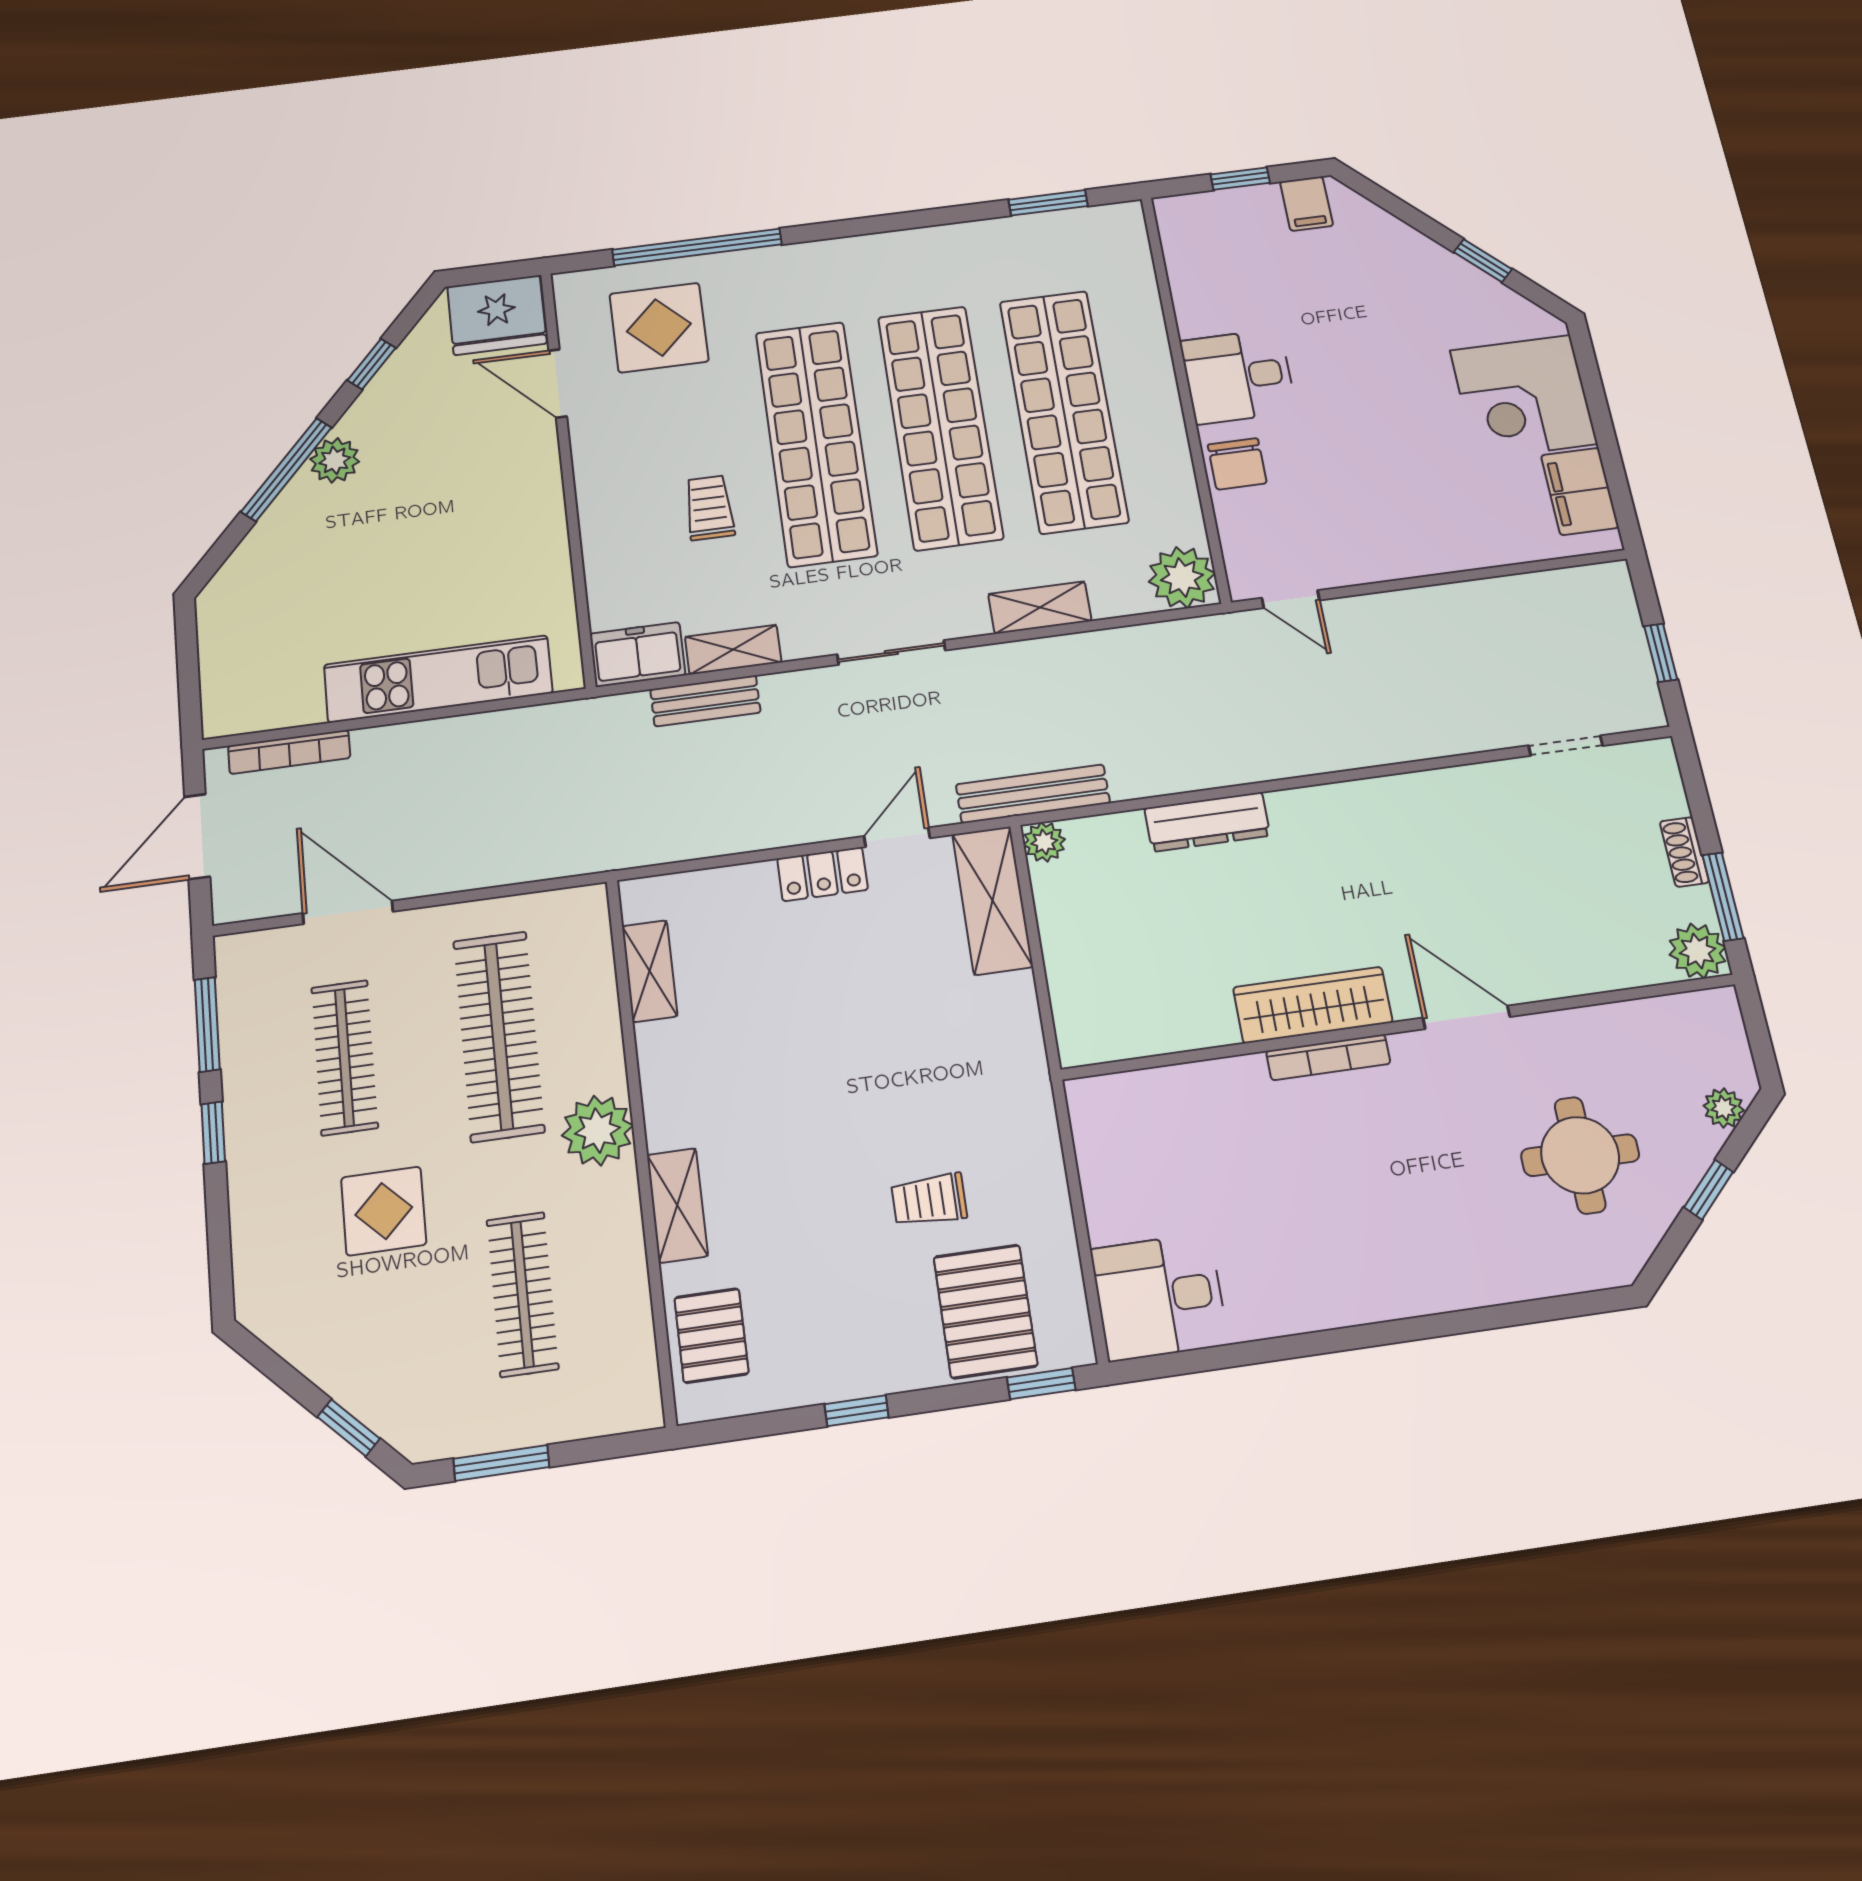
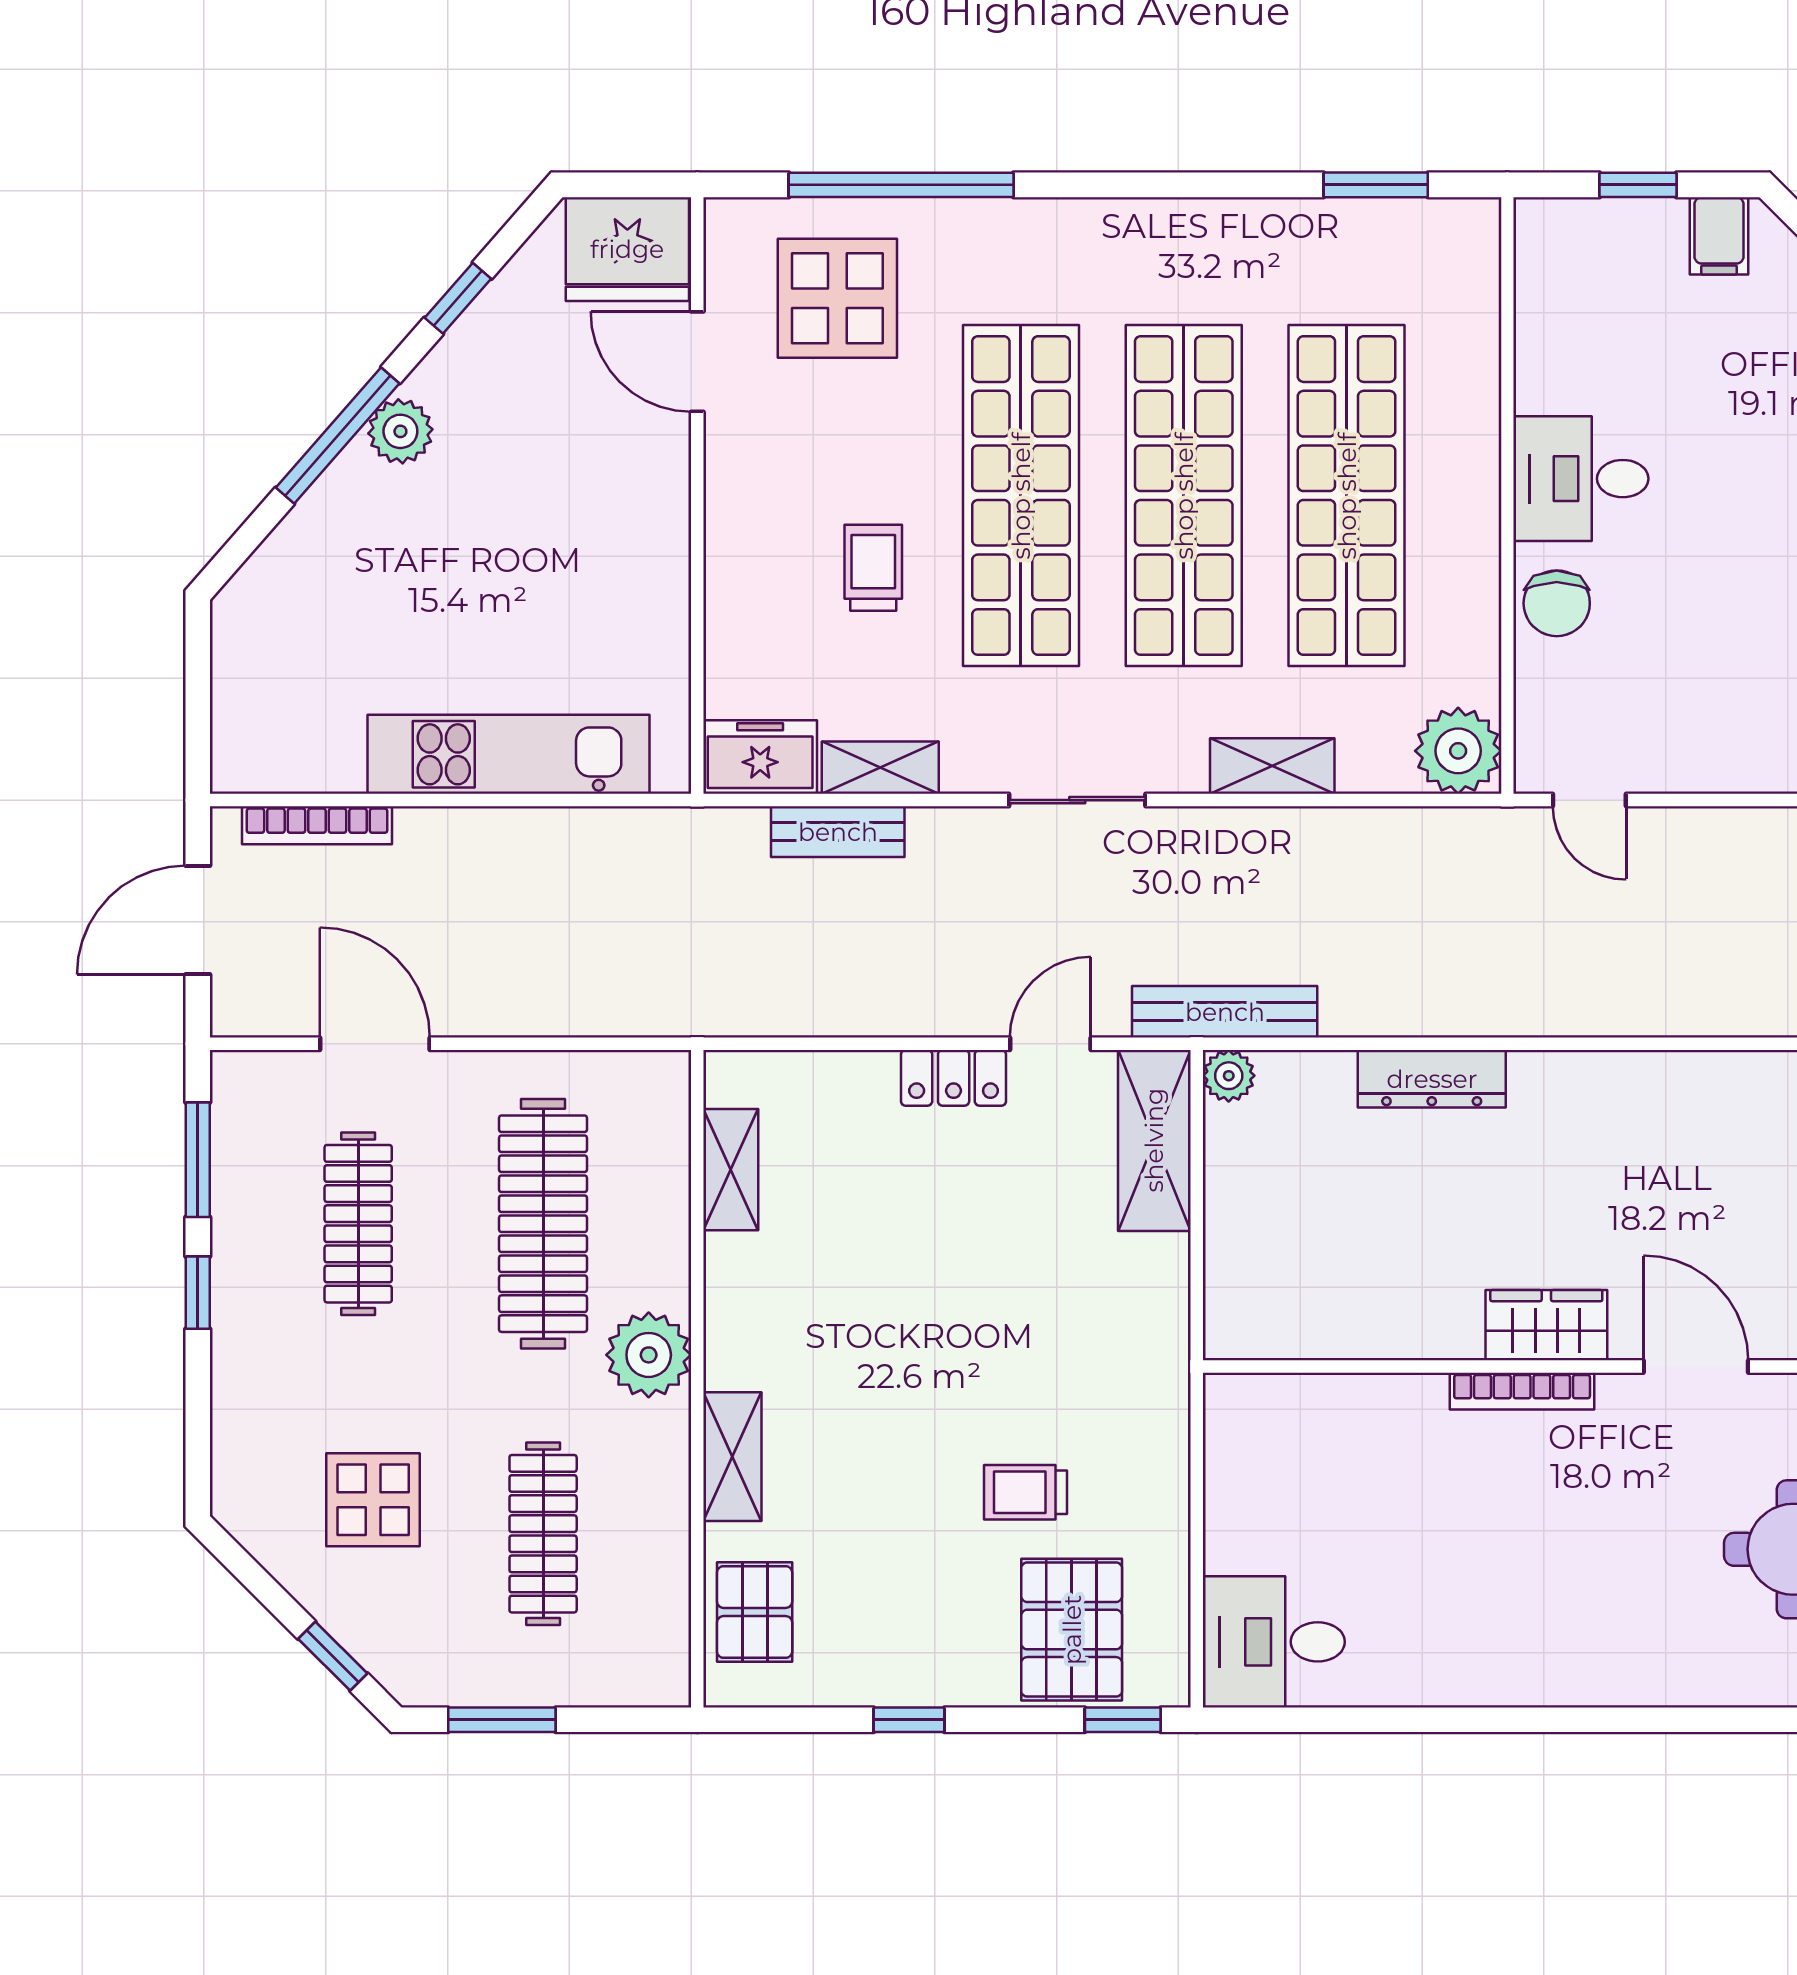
wardrobe: (1313, 1005) -> (1546, 1325), width x0.67
display table: (384, 1211) -> (373, 1500), moved

